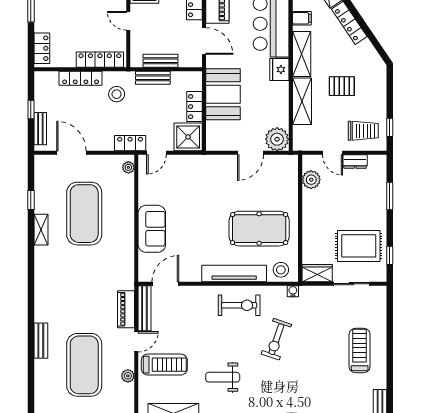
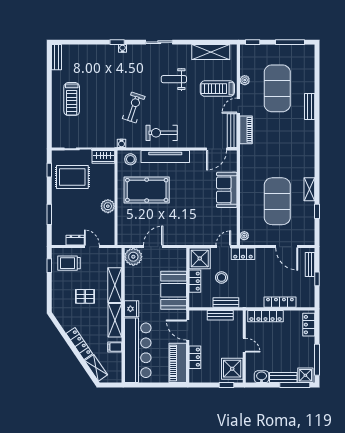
stool: (117, 94) -> (221, 277), moved
plant: (311, 180) -> (108, 206), moved
weight bench: (223, 377) -> (174, 79), turned 180

